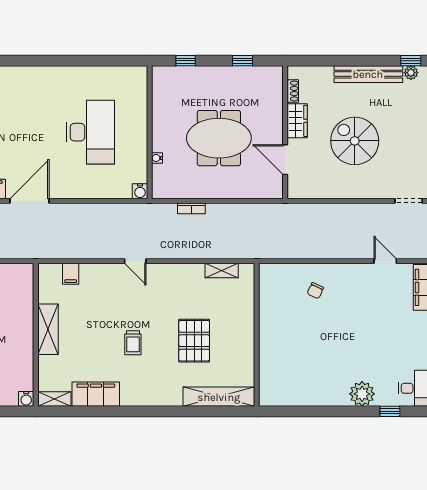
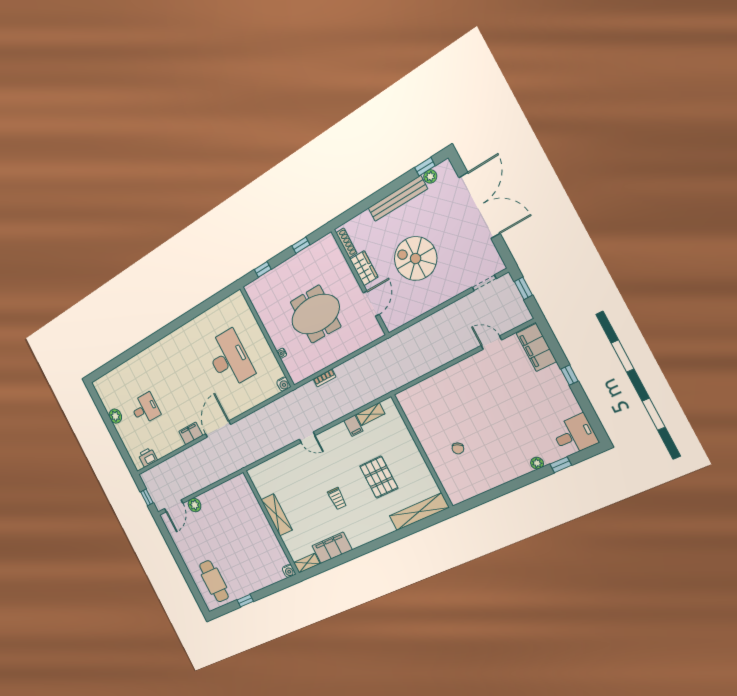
shoe rack: (293, 91) -> (346, 243), width x1.43
door: (285, 160) -> (371, 304), swing flipped
filing cabinet: (71, 274) -> (353, 426), moved
chair: (315, 291) -> (458, 448), moved
plant: (362, 394) -> (537, 463), width x0.53, depth x0.53

